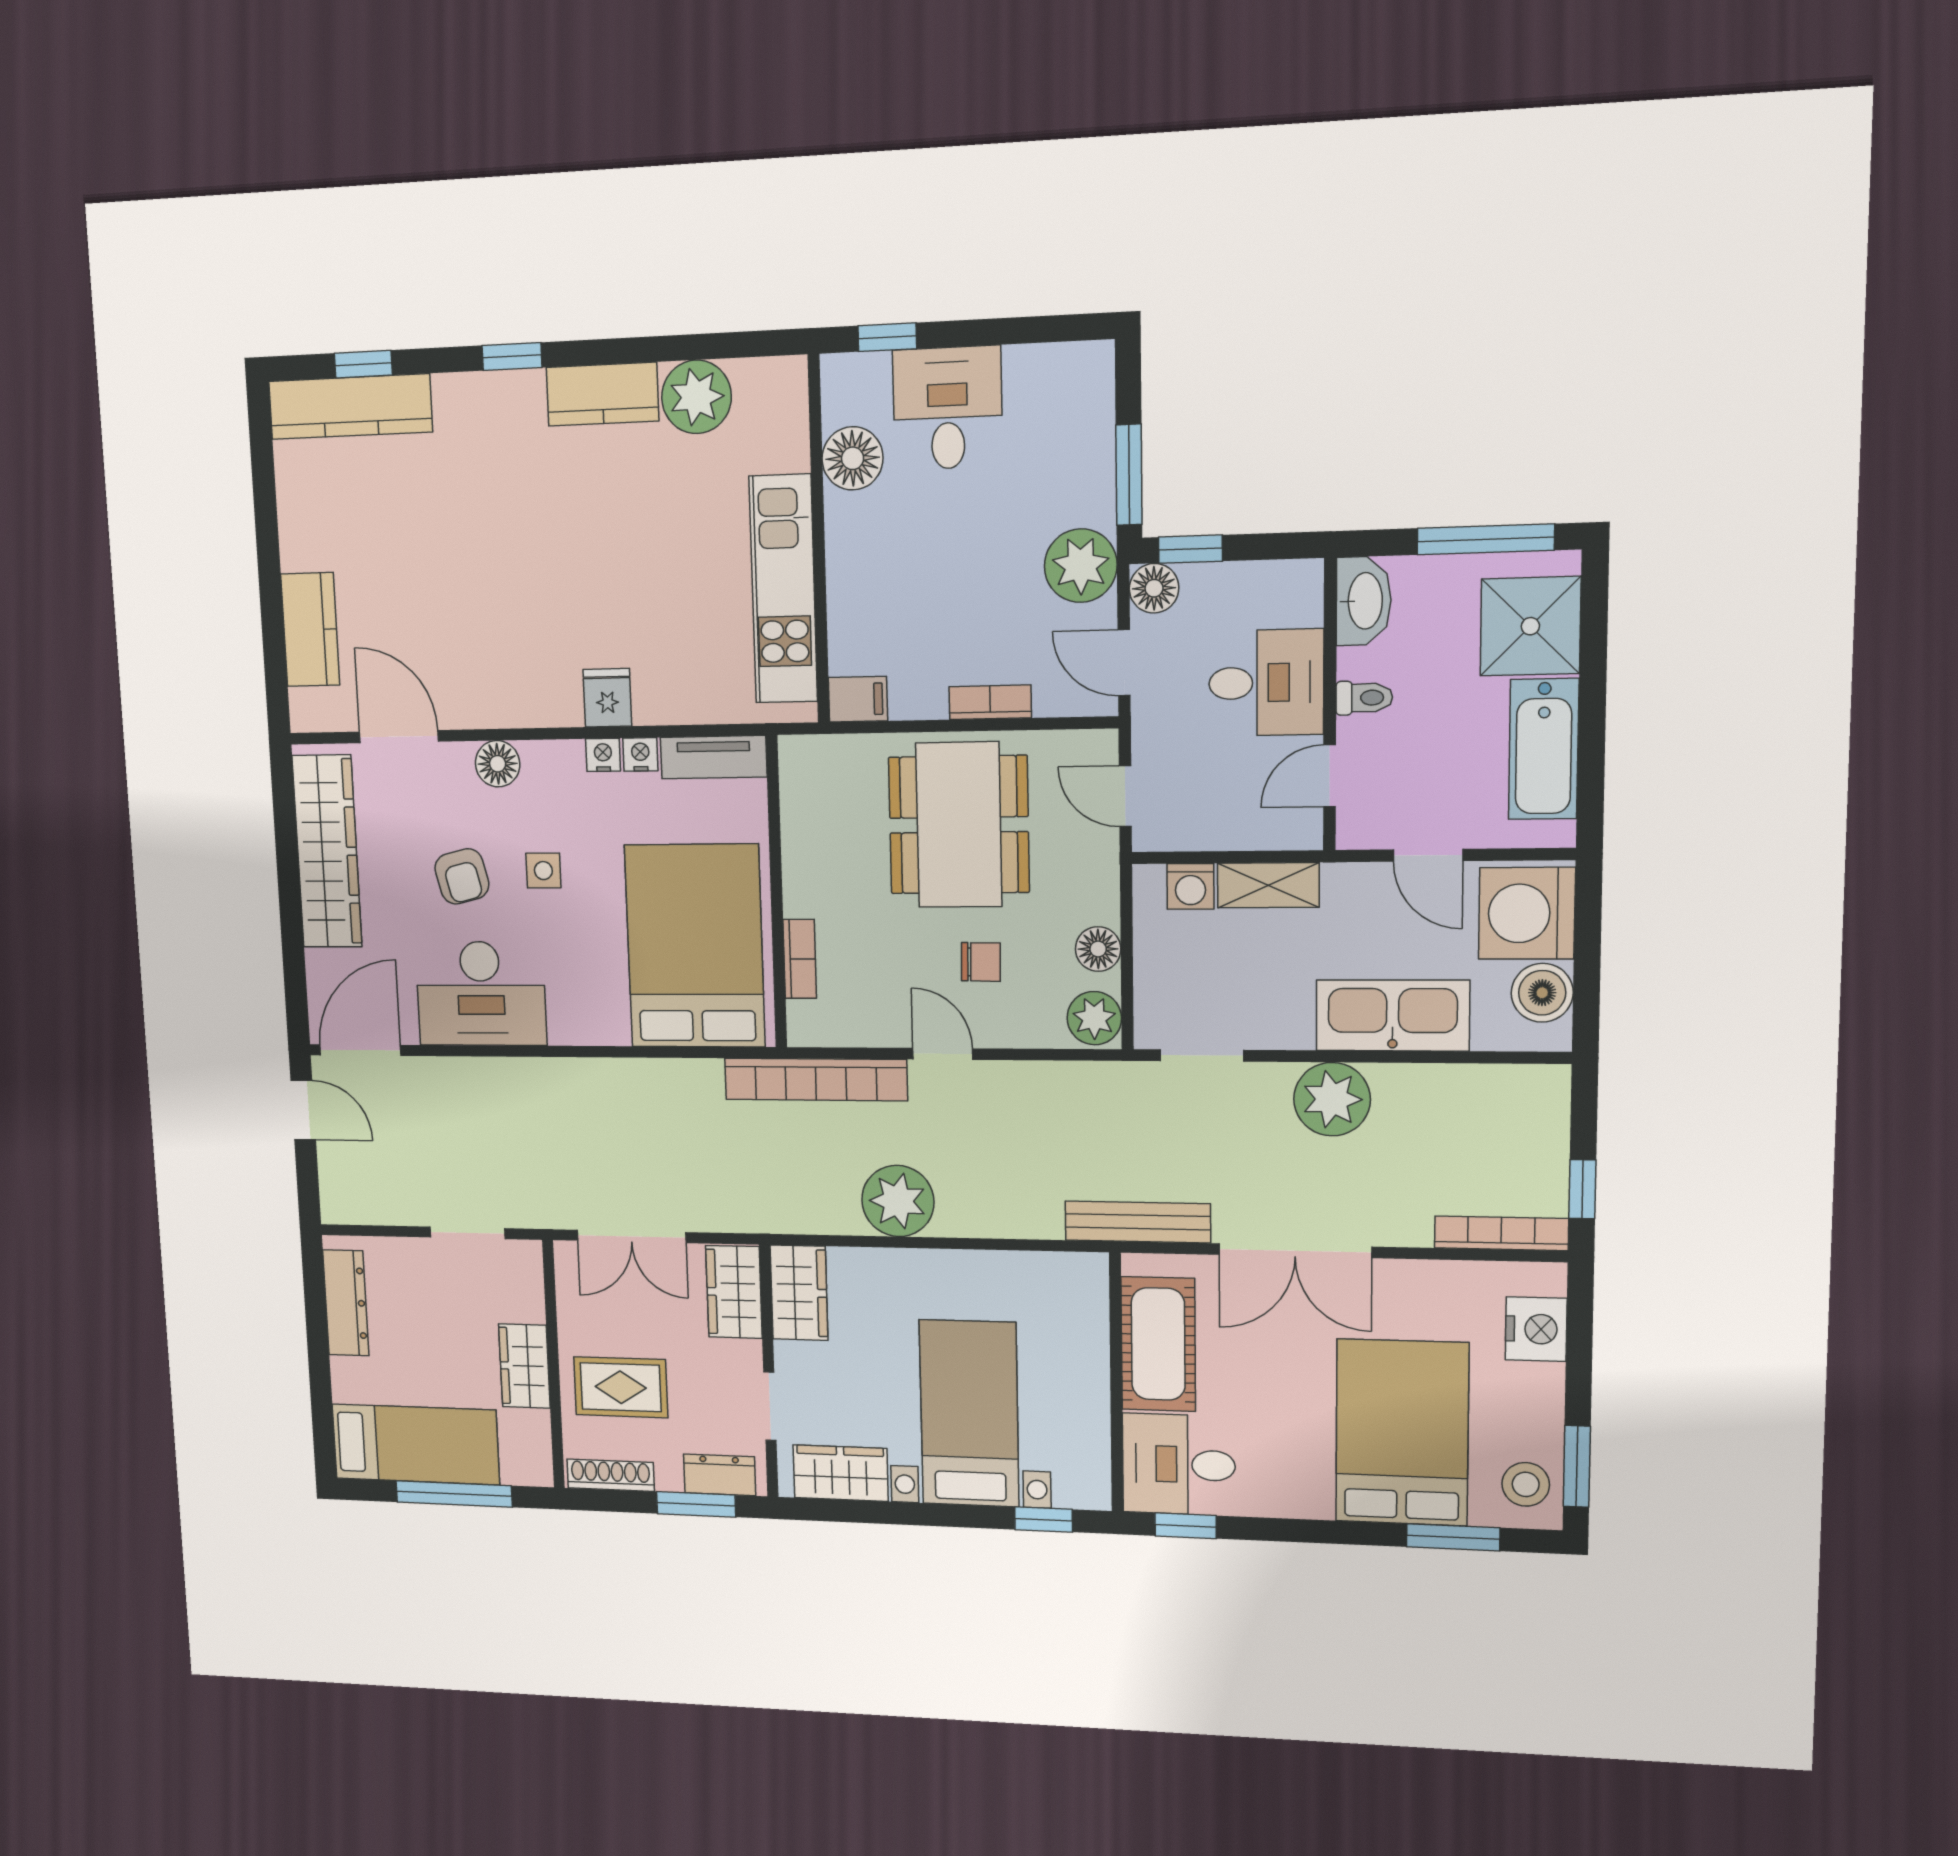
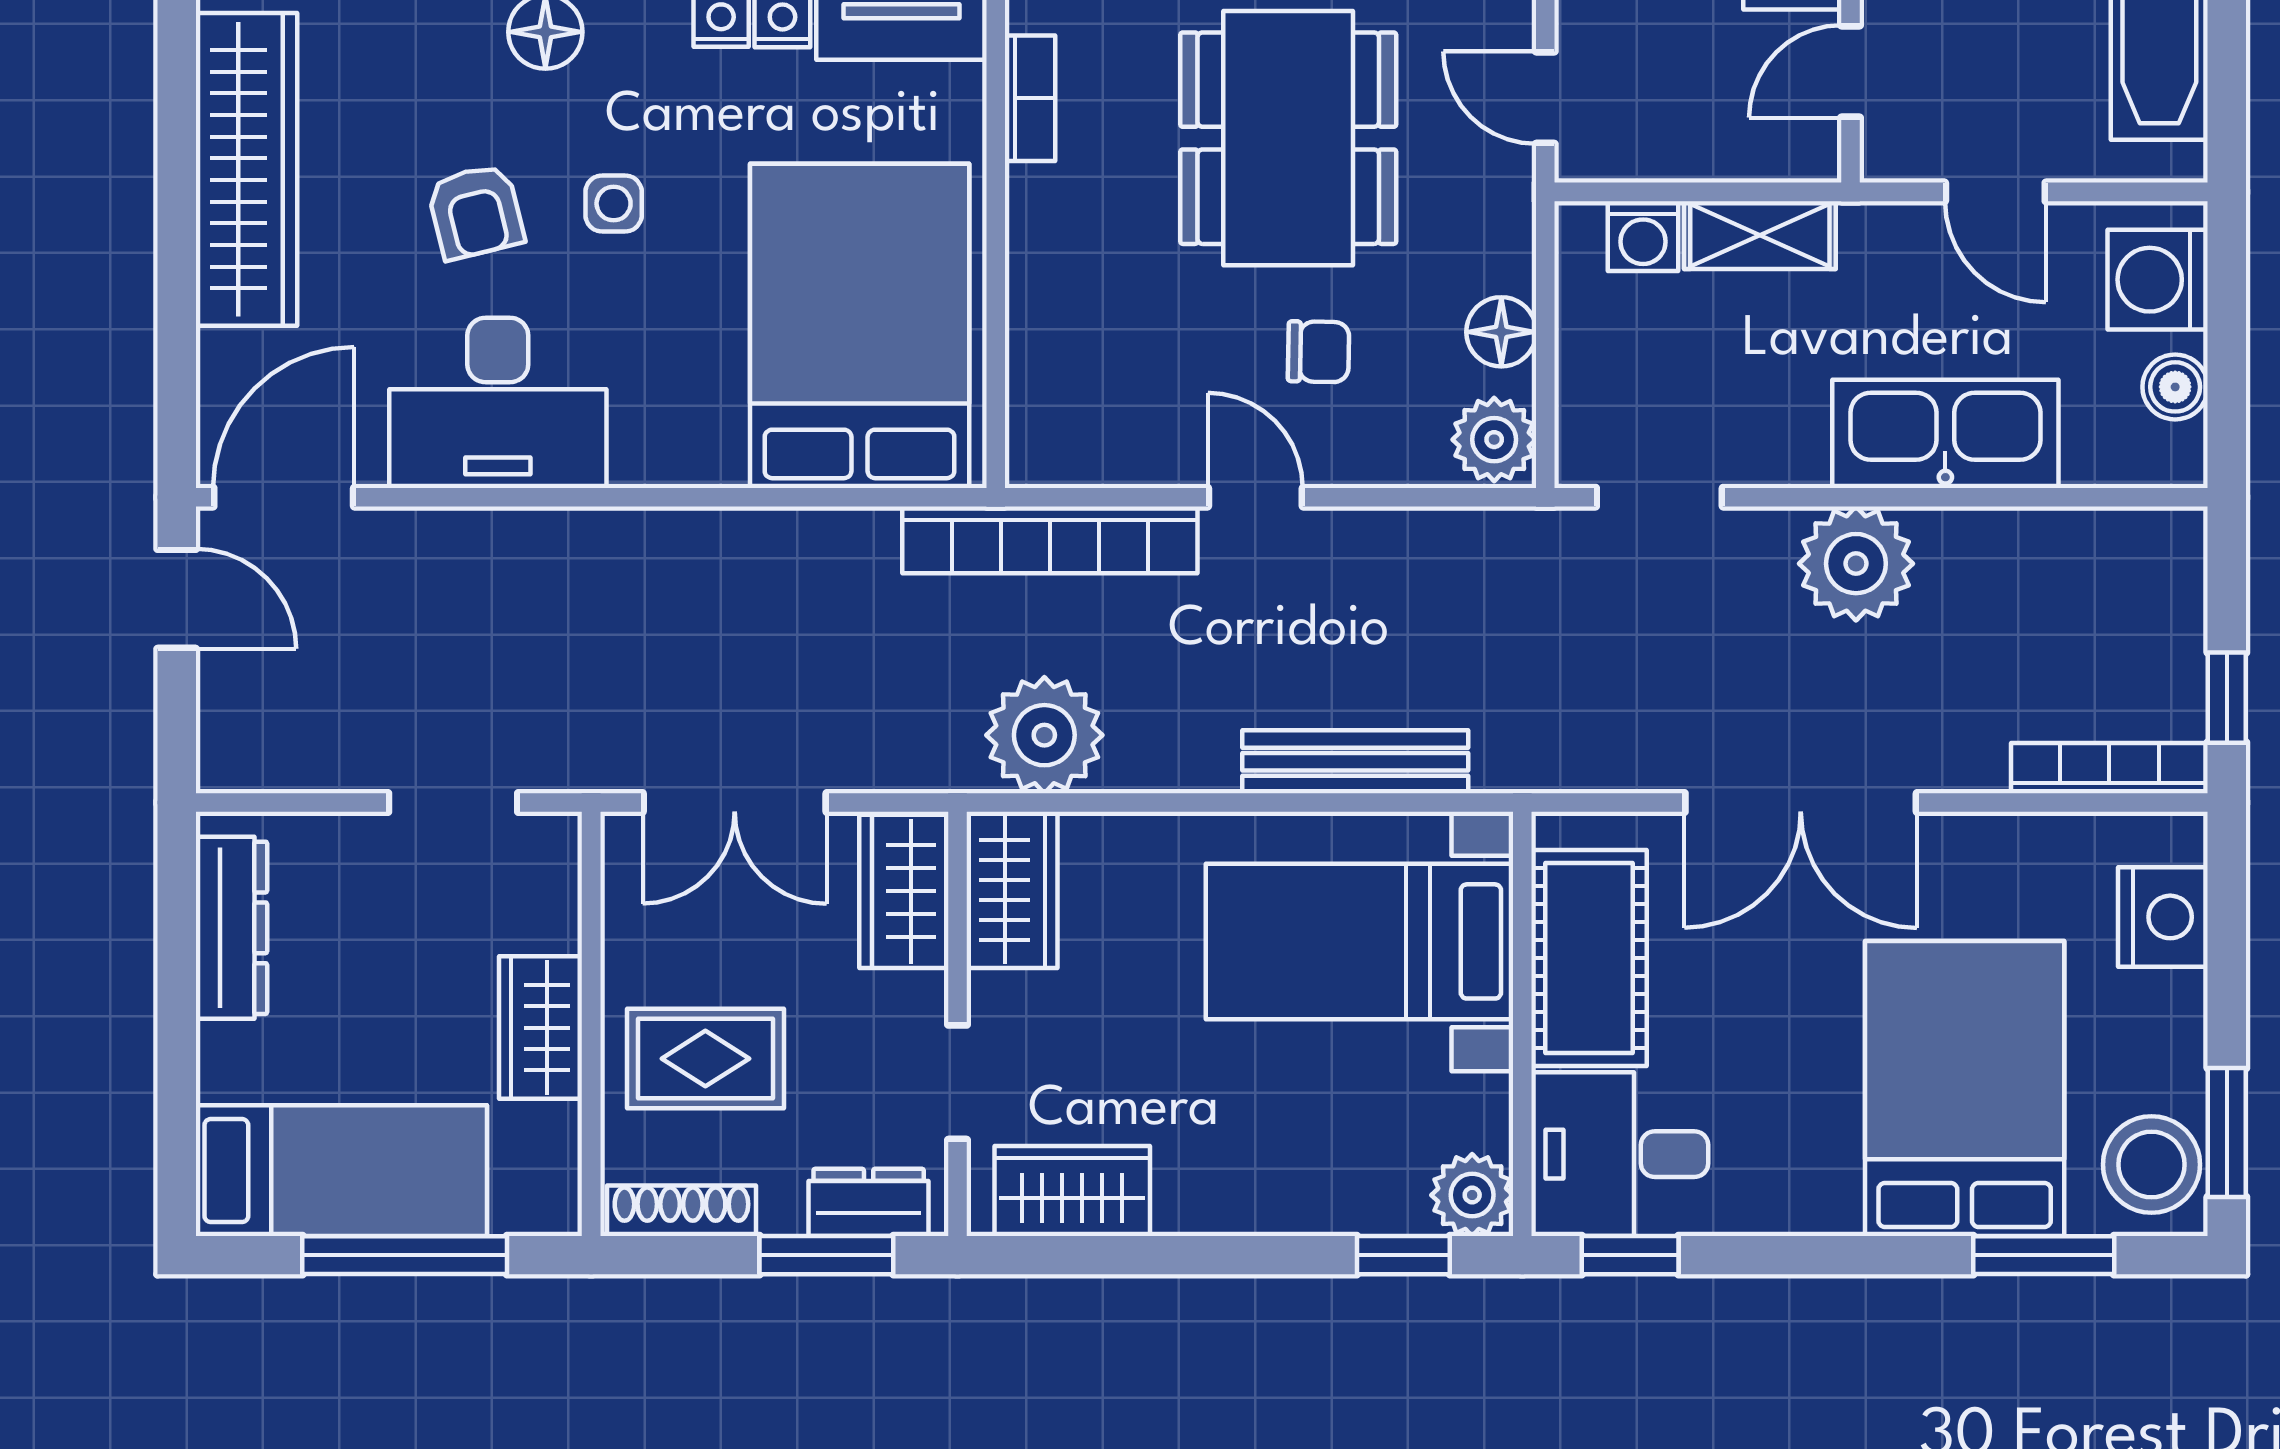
washing machine: (1527, 913) -> (2158, 280), width x0.73, depth x0.73
bookcase: (800, 959) -> (1030, 98), moved
boiler: (1542, 993) -> (2175, 387), width x0.73, depth x0.73
plant: (898, 1201) -> (1044, 735), moved
bench: (1138, 1222) -> (1355, 762), moved
bed with nightstands: (969, 1413) -> (1360, 941), moved, turned -90
stool: (1526, 1484) -> (2152, 1165), width x1.38, depth x1.38
plant: (1086, 1485) -> (1472, 1195), added

